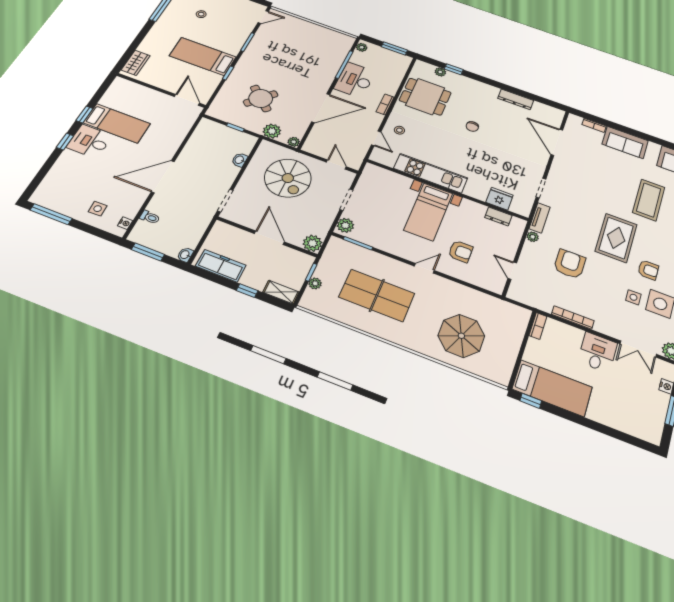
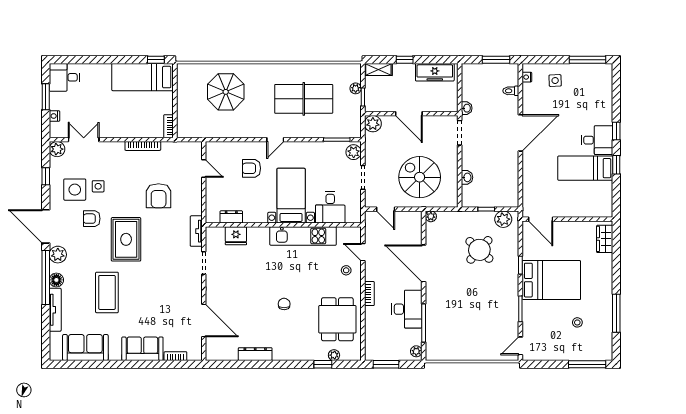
bed: (203, 56) -> (551, 280), width x1.50
dining table: (425, 97) -> (337, 319), turned 90
door: (321, 108) -> (424, 263), hinge flipped
plant: (272, 131) -> (503, 219), moved
desk: (392, 187) -> (330, 207), added
plant: (533, 237) -> (197, 209), removed
washbasin: (185, 255) -> (467, 108), moved
desk: (598, 352) -> (64, 77), moved, turned 90

